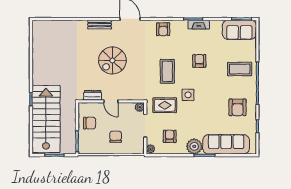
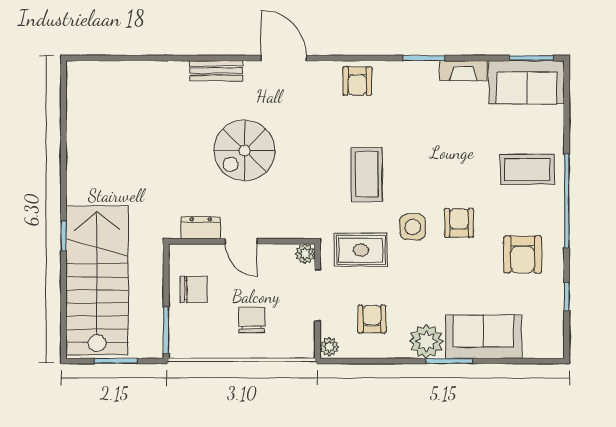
fireplace: (199, 25) -> (464, 71), moved
armchair: (199, 61) -> (459, 223), moved
sofa: (226, 144) -> (484, 337), width x0.73

